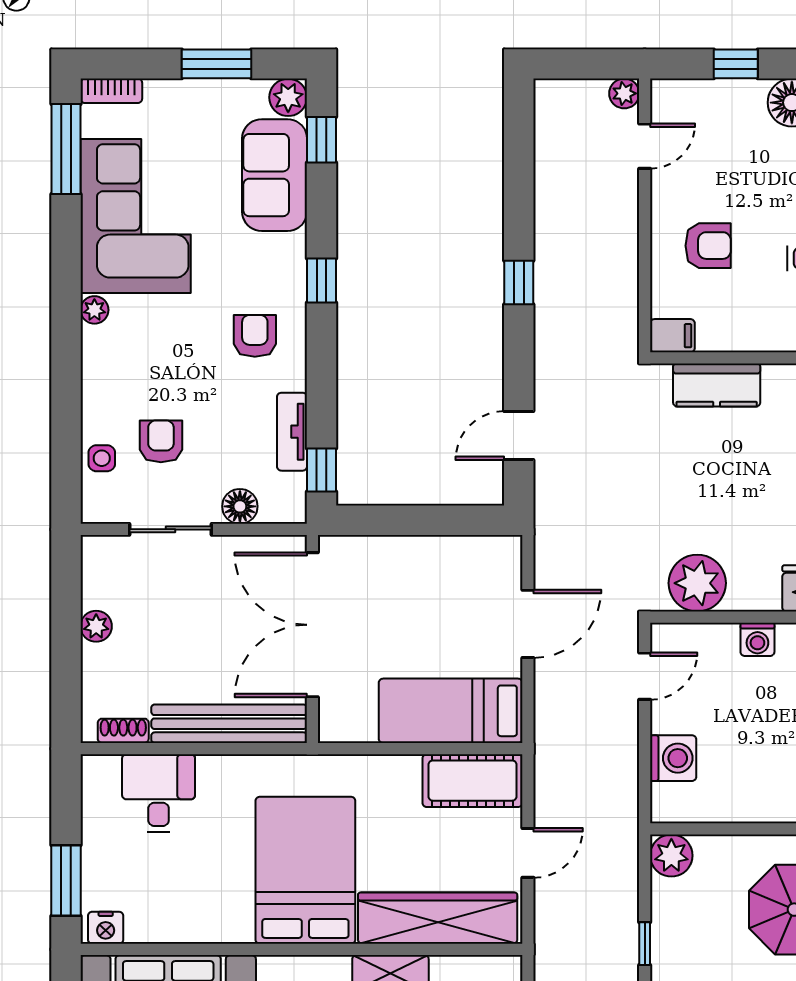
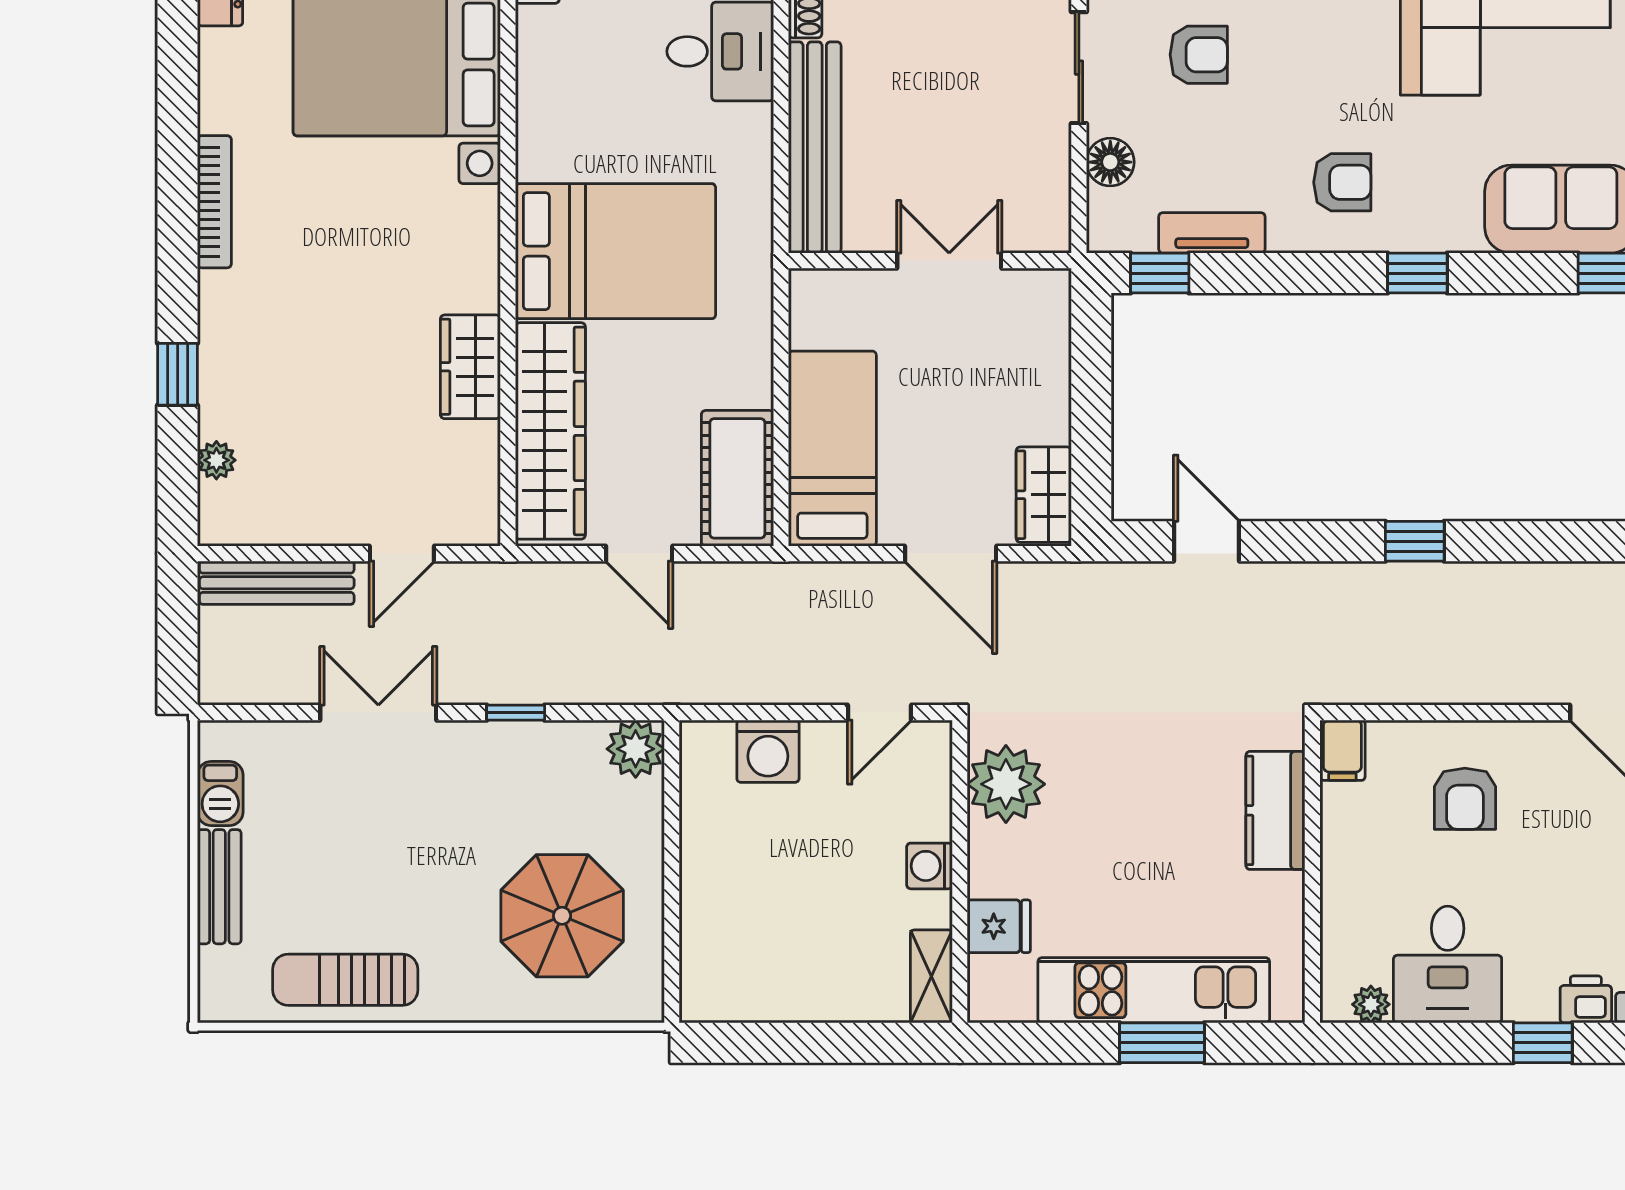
wardrobe: (485, 555) -> (1044, 495), added
double door: (312, 625) -> (949, 261), width x0.54
door: (645, 676) -> (880, 713), hinge flipped

